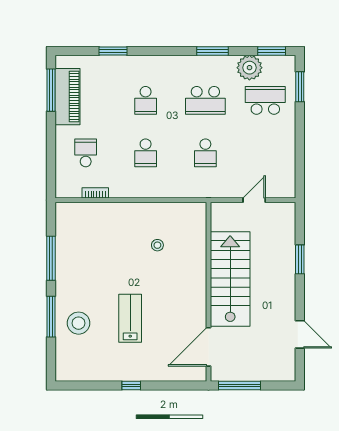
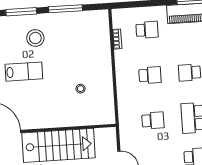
school desk: (146, 153) -> (150, 75), turned 180
school desk: (205, 153) -> (153, 120), turned 180
stool: (79, 323) -> (35, 38), moved

